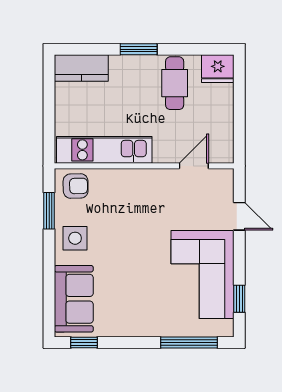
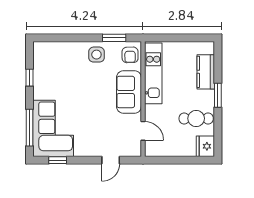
kitchen counter: (81, 68) -> (206, 72), moved
corner sofa: (203, 275) -> (53, 128), moved, turned 90
sofa: (74, 299) -> (129, 92), moved, turned 90
window: (84, 343) -> (29, 78), moved

